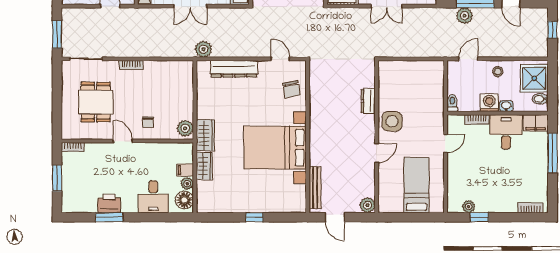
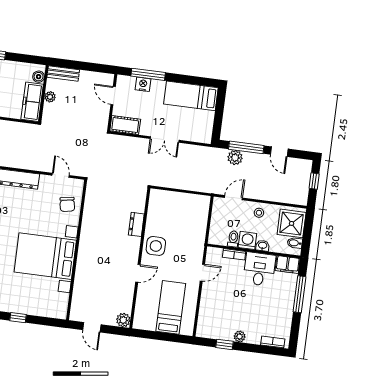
toilet: (452, 103) -> (233, 239), moved
bench: (315, 188) -> (77, 298), removed
plant: (469, 207) -> (240, 337), moved

